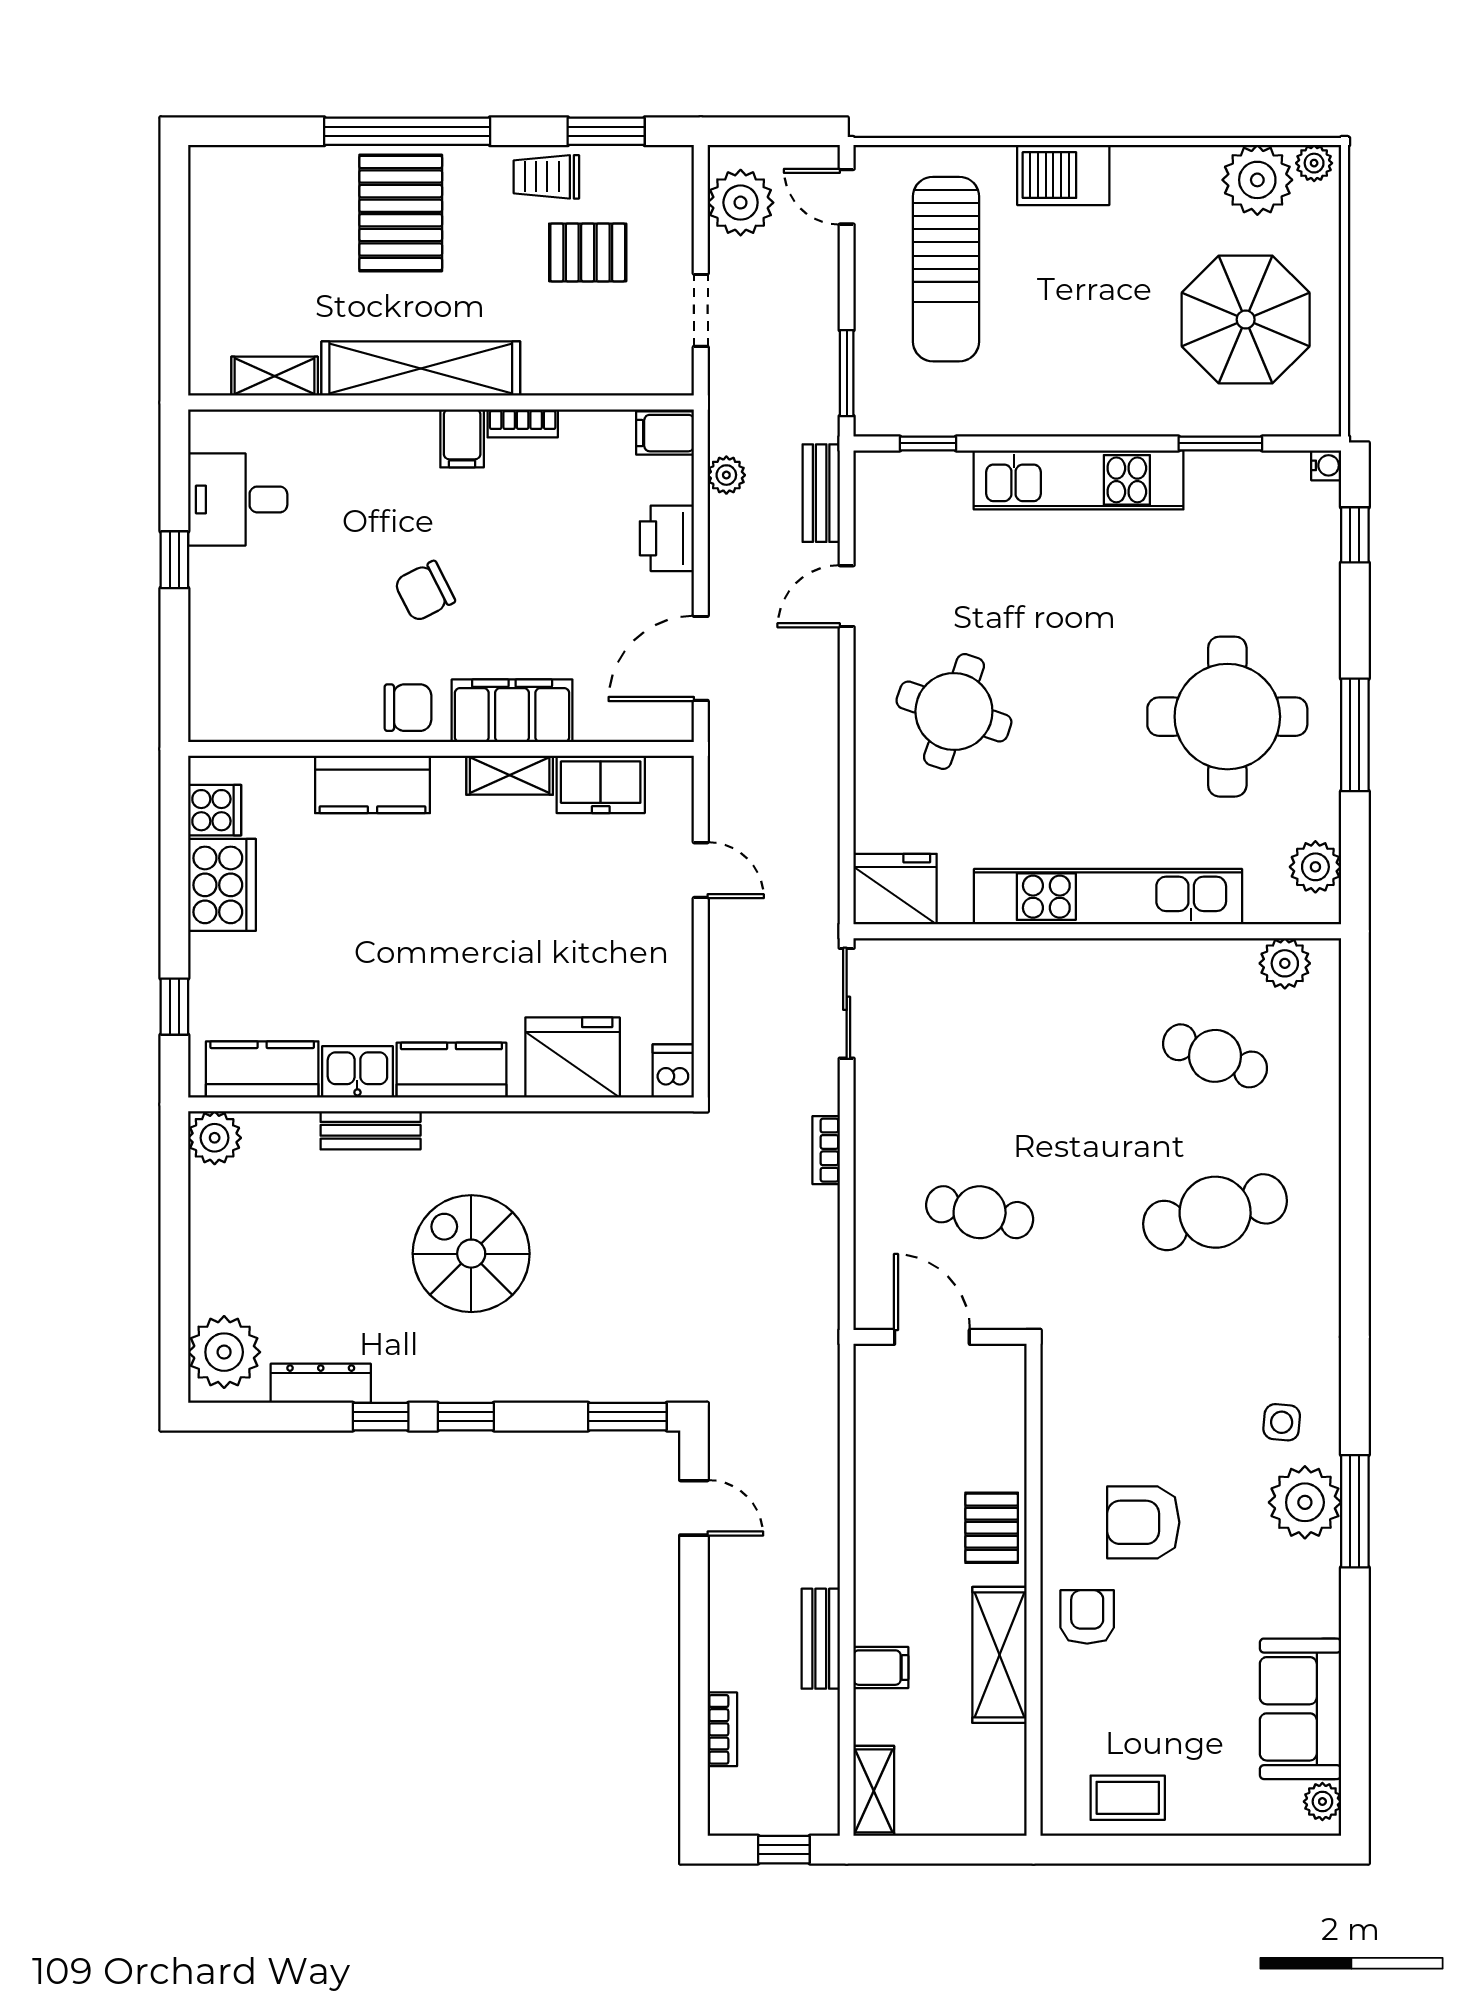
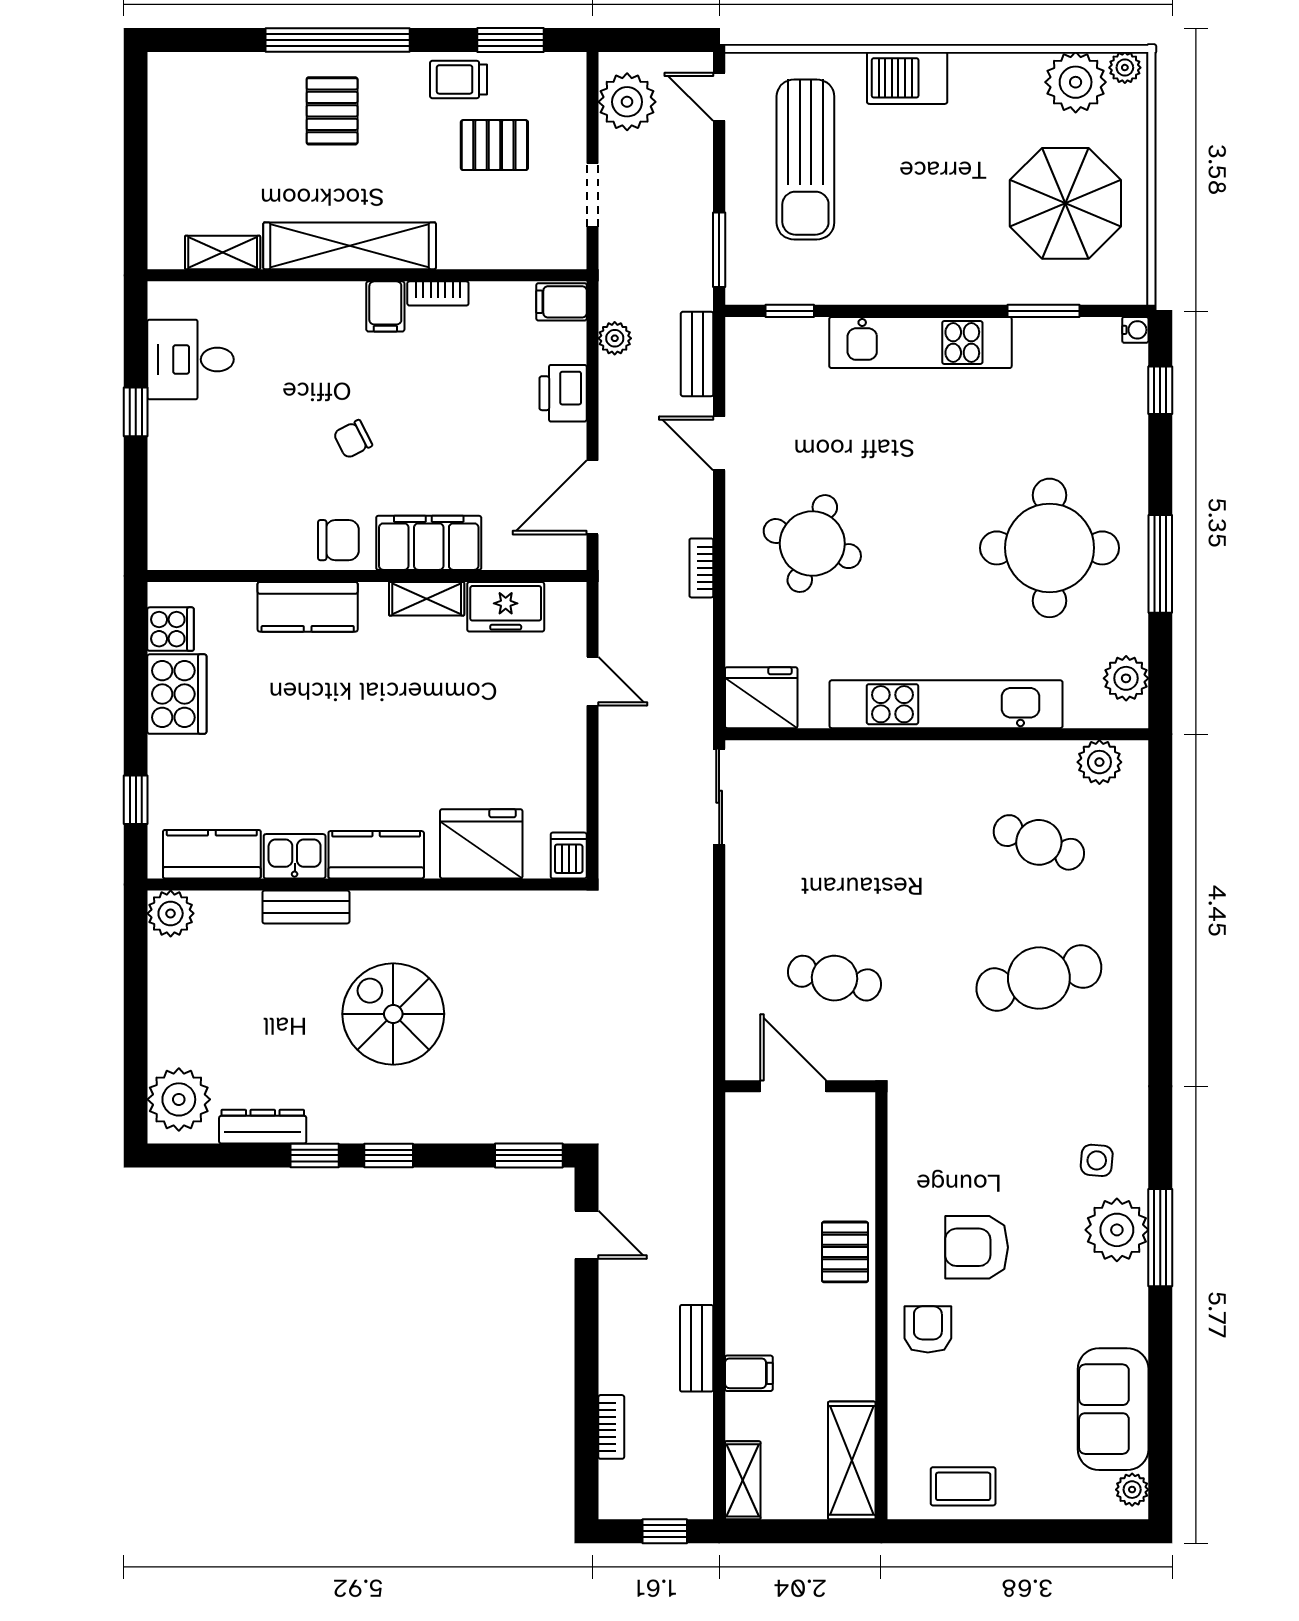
pallet: (401, 213) -> (332, 111), width x0.67, depth x0.71
chair: (425, 591) -> (353, 439), width x0.73, depth x0.73
door: (847, 596) -> (719, 443), hinge flipped
bookcase: (826, 1150) -> (701, 568), moved
shelving: (999, 1655) -> (852, 1460), moved

